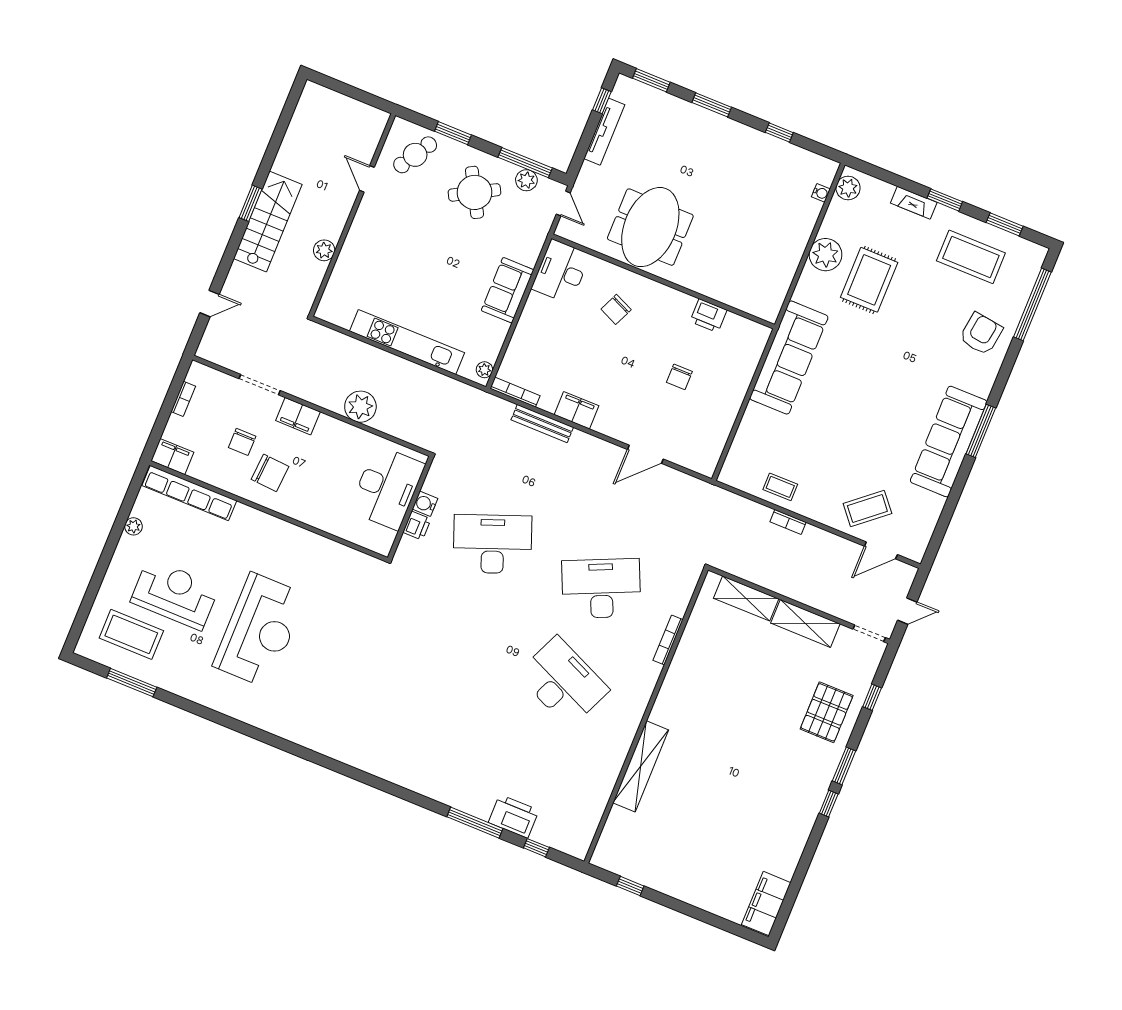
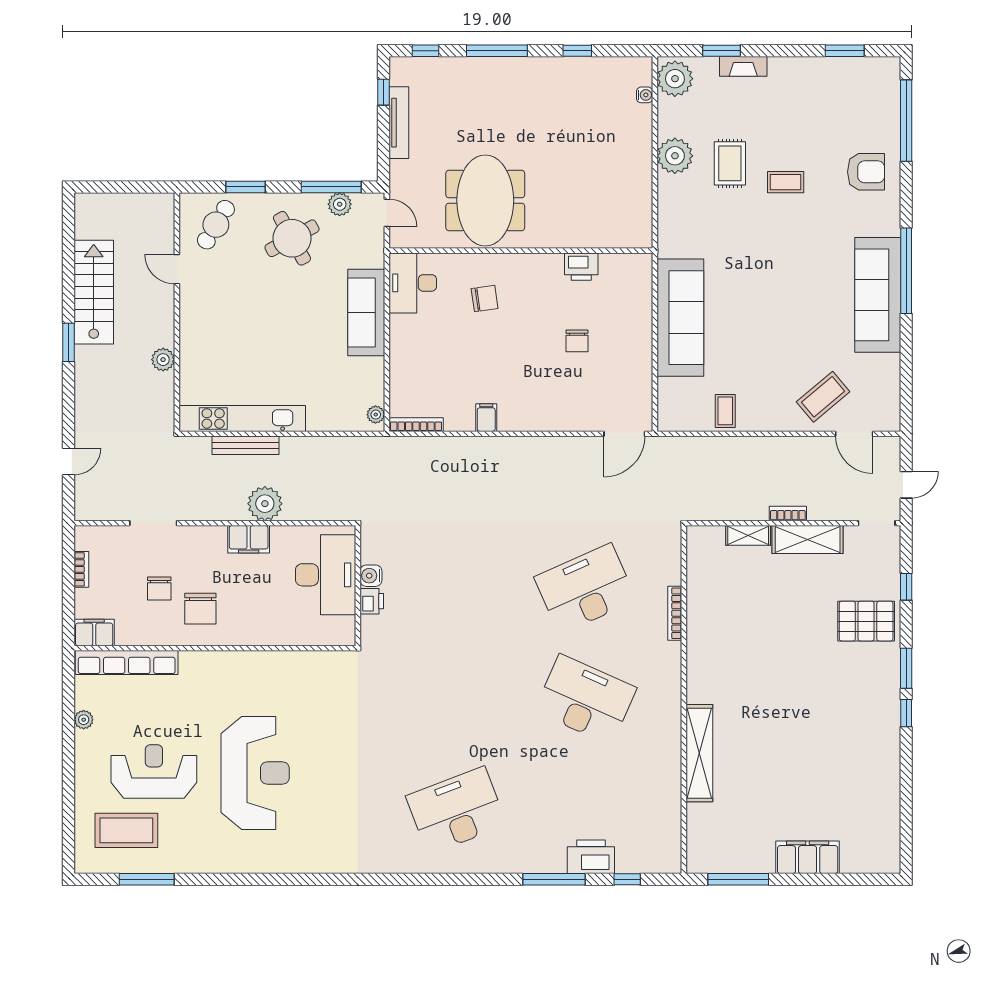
window: (651, 80) -> (425, 51), width x0.67
window: (712, 105) -> (497, 51), width x1.44
plant: (848, 188) -> (675, 79), width x1.36, depth x1.36
window: (945, 200) -> (721, 51), moved
stairs: (268, 222) -> (94, 292), moved
coffee table: (971, 257) -> (786, 182), moved, width x0.54, depth x0.58
rug: (869, 280) -> (730, 163), width x0.73, depth x0.70
sofa: (508, 290) -> (366, 313), width x1.36
chair: (616, 309) -> (485, 299), turned -122
armchair: (981, 334) -> (866, 172), turned 82
kitchen unit: (407, 342) -> (242, 418), moved
sofa: (789, 358) -> (680, 318), moved
filing cabinet: (577, 410) -> (486, 418), width x0.50
filing cabinet: (298, 416) -> (249, 539), moved
bench: (542, 424) -> (246, 445), moved
window: (981, 431) -> (906, 271), width x1.46
door: (645, 454) -> (624, 434), moved
chair: (270, 473) -> (200, 609), turned 86
coffee table: (780, 487) -> (725, 411), turned 90
bookcase: (788, 522) -> (788, 513), moved, turned 180
desk: (492, 544) -> (456, 810), moved
door: (881, 550) -> (854, 434), hinge flipped
shelving: (746, 599) -> (748, 535), width x0.67, depth x0.75
pallet: (827, 712) -> (866, 621), turned 90
window: (630, 886) -> (738, 879), width x2.17
filing cabinet: (766, 904) -> (808, 857), moved, turned 90

